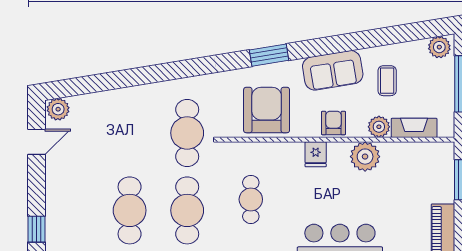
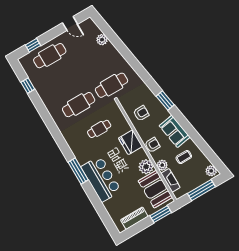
plant: (58, 109) -> (102, 40), moved
armchair: (267, 110) -> (141, 113), width x0.53, depth x0.53
fridge: (316, 154) -> (130, 142), width x1.88, depth x1.34
booth: (414, 163) -> (155, 189), added
cafe table: (130, 210) -> (50, 56), moved

